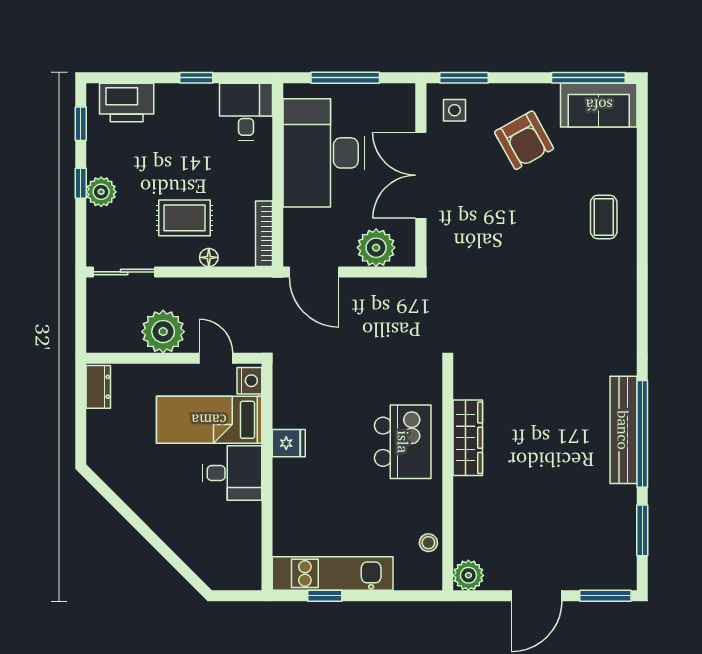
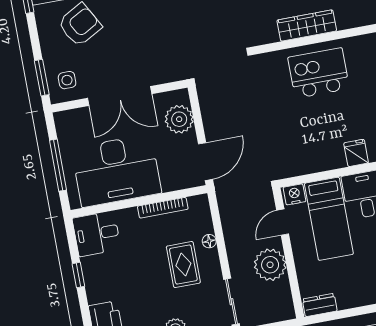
bookcase: (264, 234) -> (163, 208), moved
fridge: (289, 443) -> (356, 153), moved

